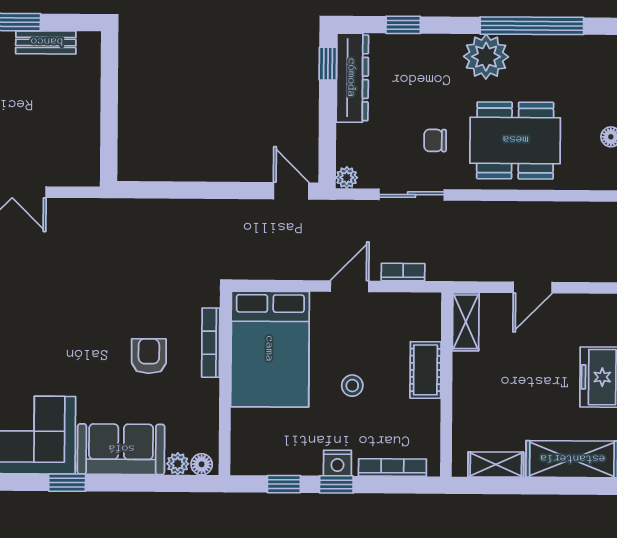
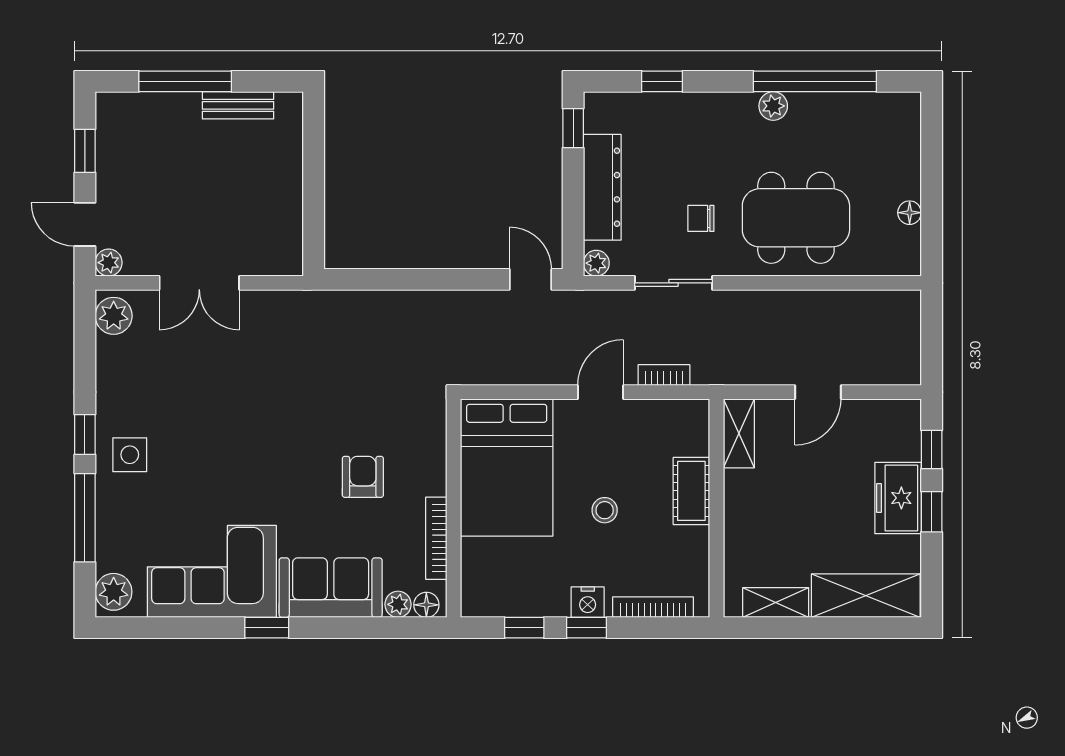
plant: (486, 57) -> (773, 106), width x0.53, depth x0.53
dresser: (352, 78) -> (602, 187), moved
bookcase: (211, 343) -> (436, 538), moved

